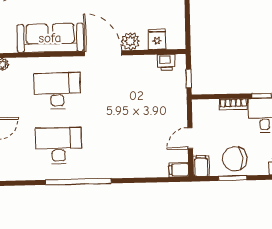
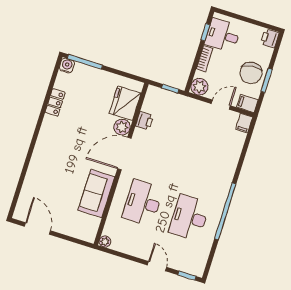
sofa: (50, 38) -> (96, 194), width x0.73
fridge: (157, 39) -> (125, 103), width x1.88, depth x1.34
printer: (166, 62) -> (144, 121), moved
plant: (201, 109) -> (199, 87), added
door: (190, 138) -> (221, 105), swing flipped

